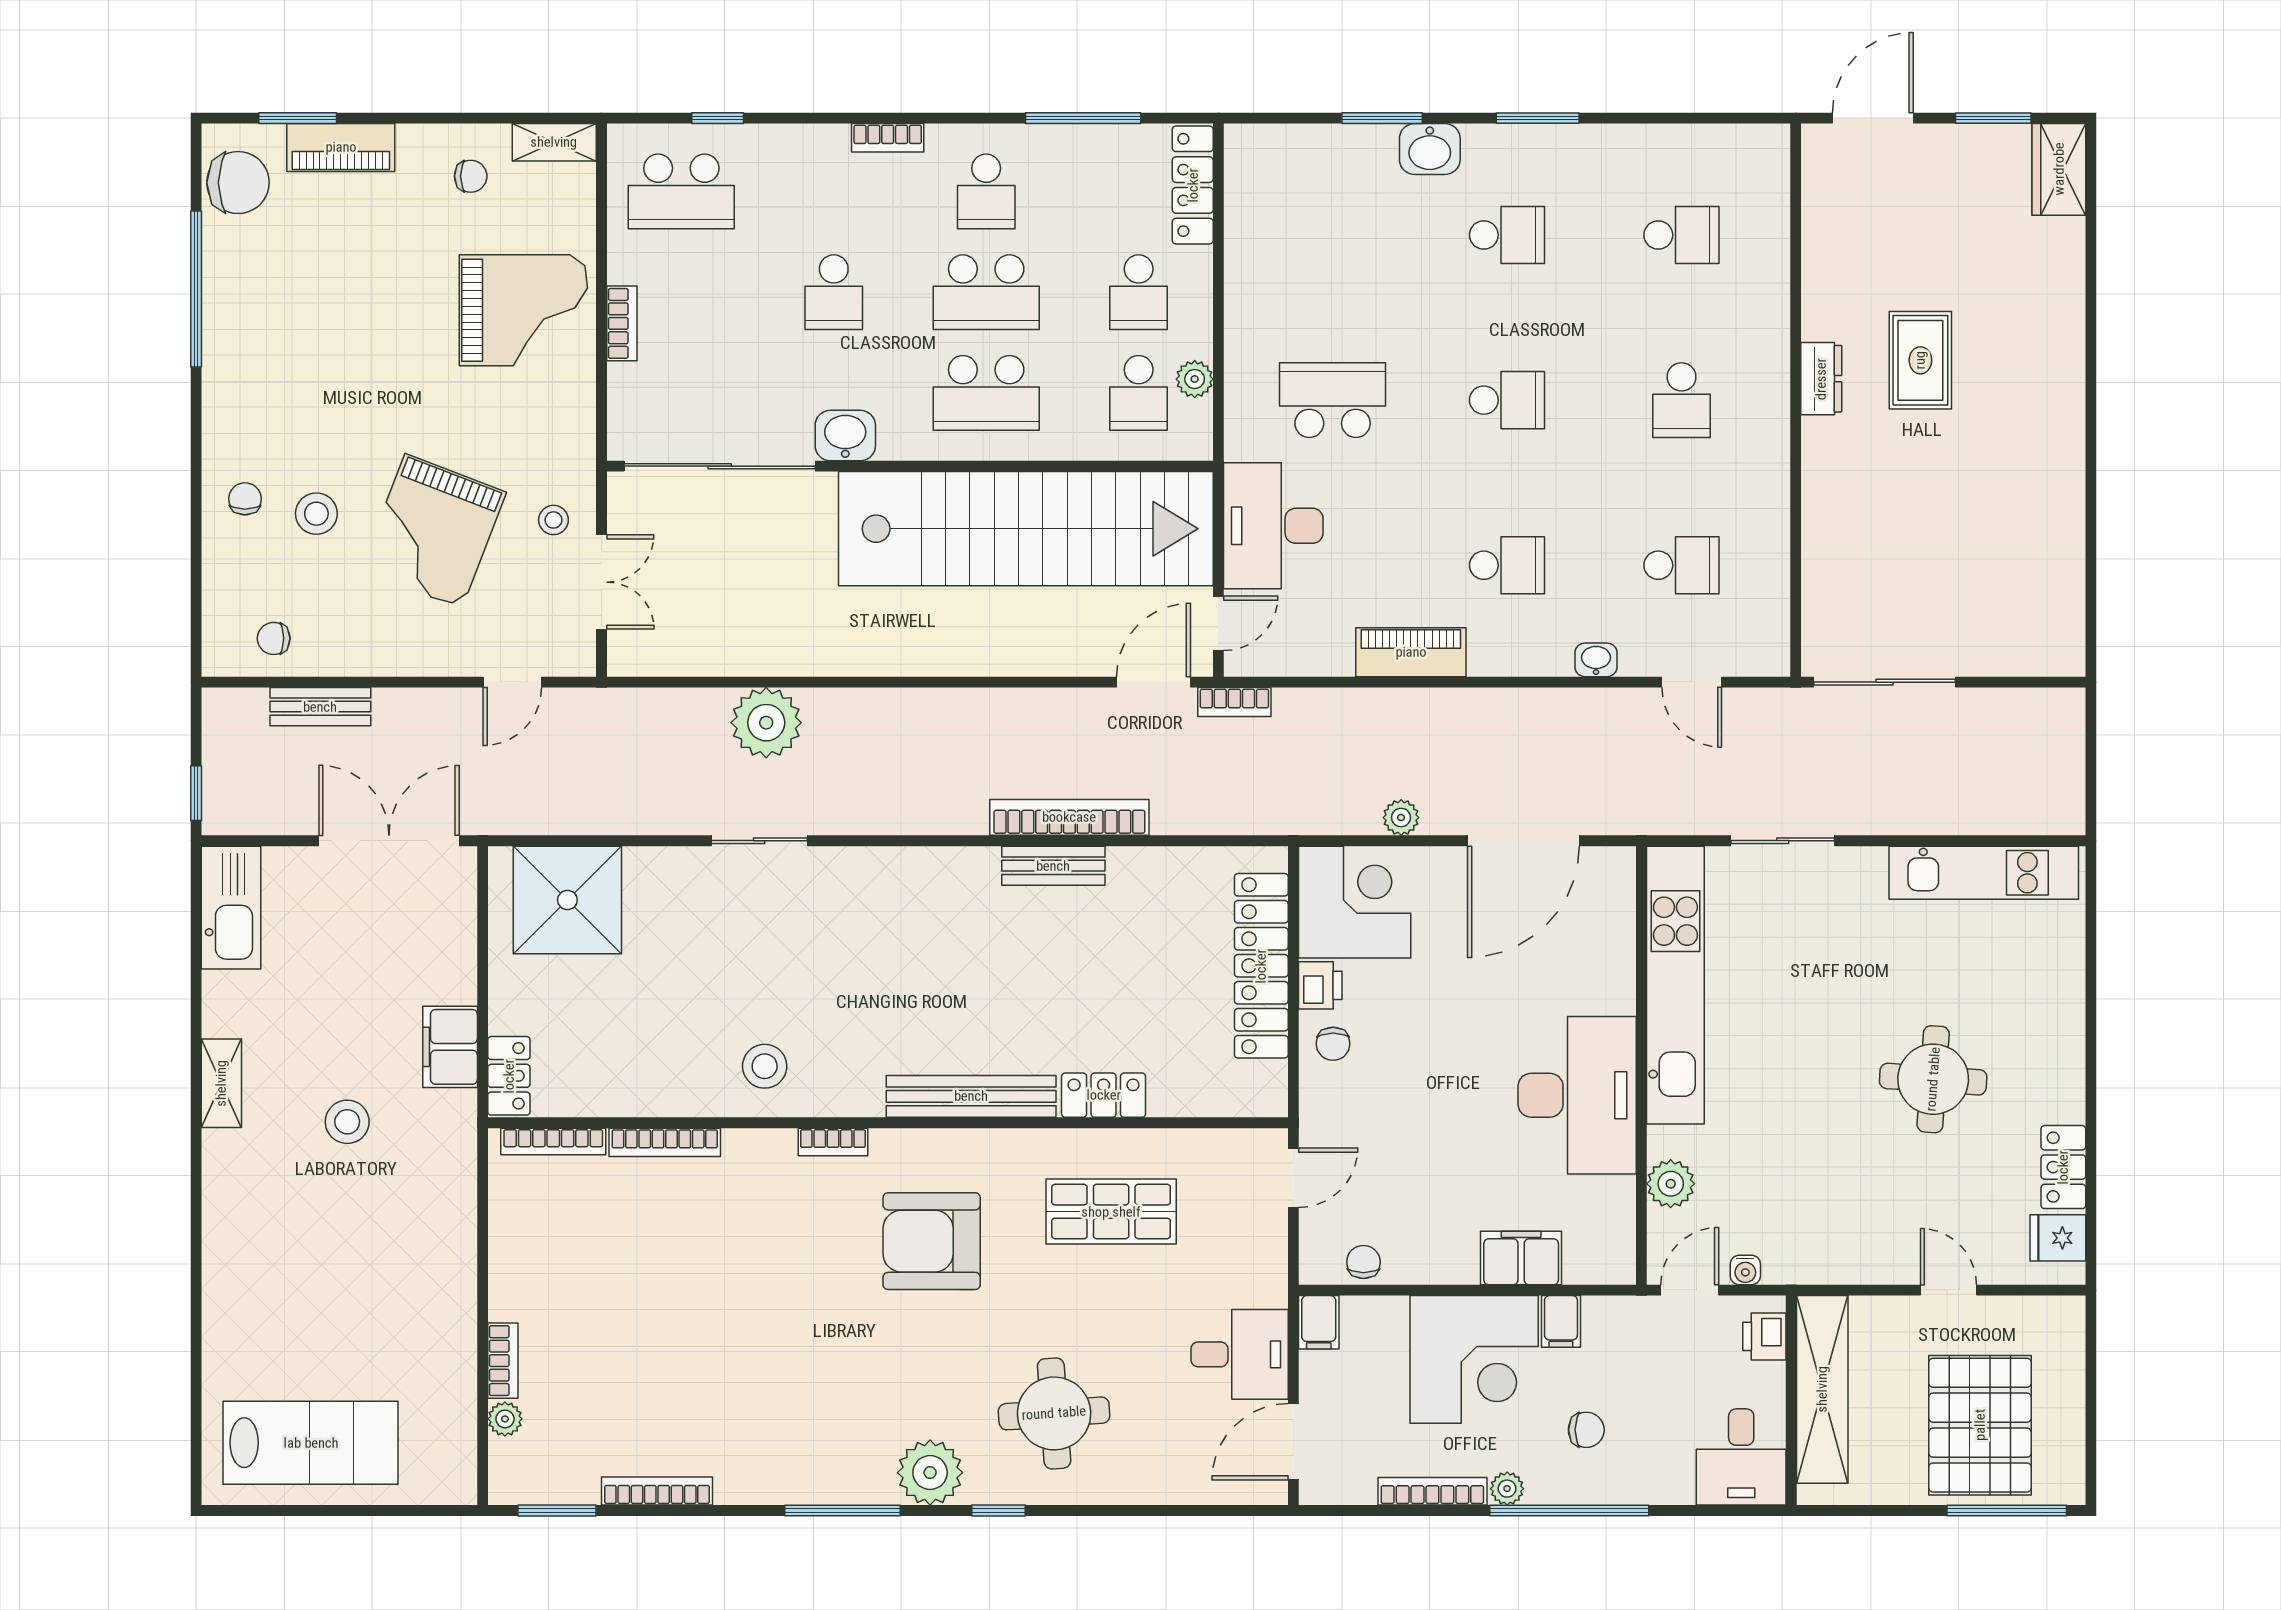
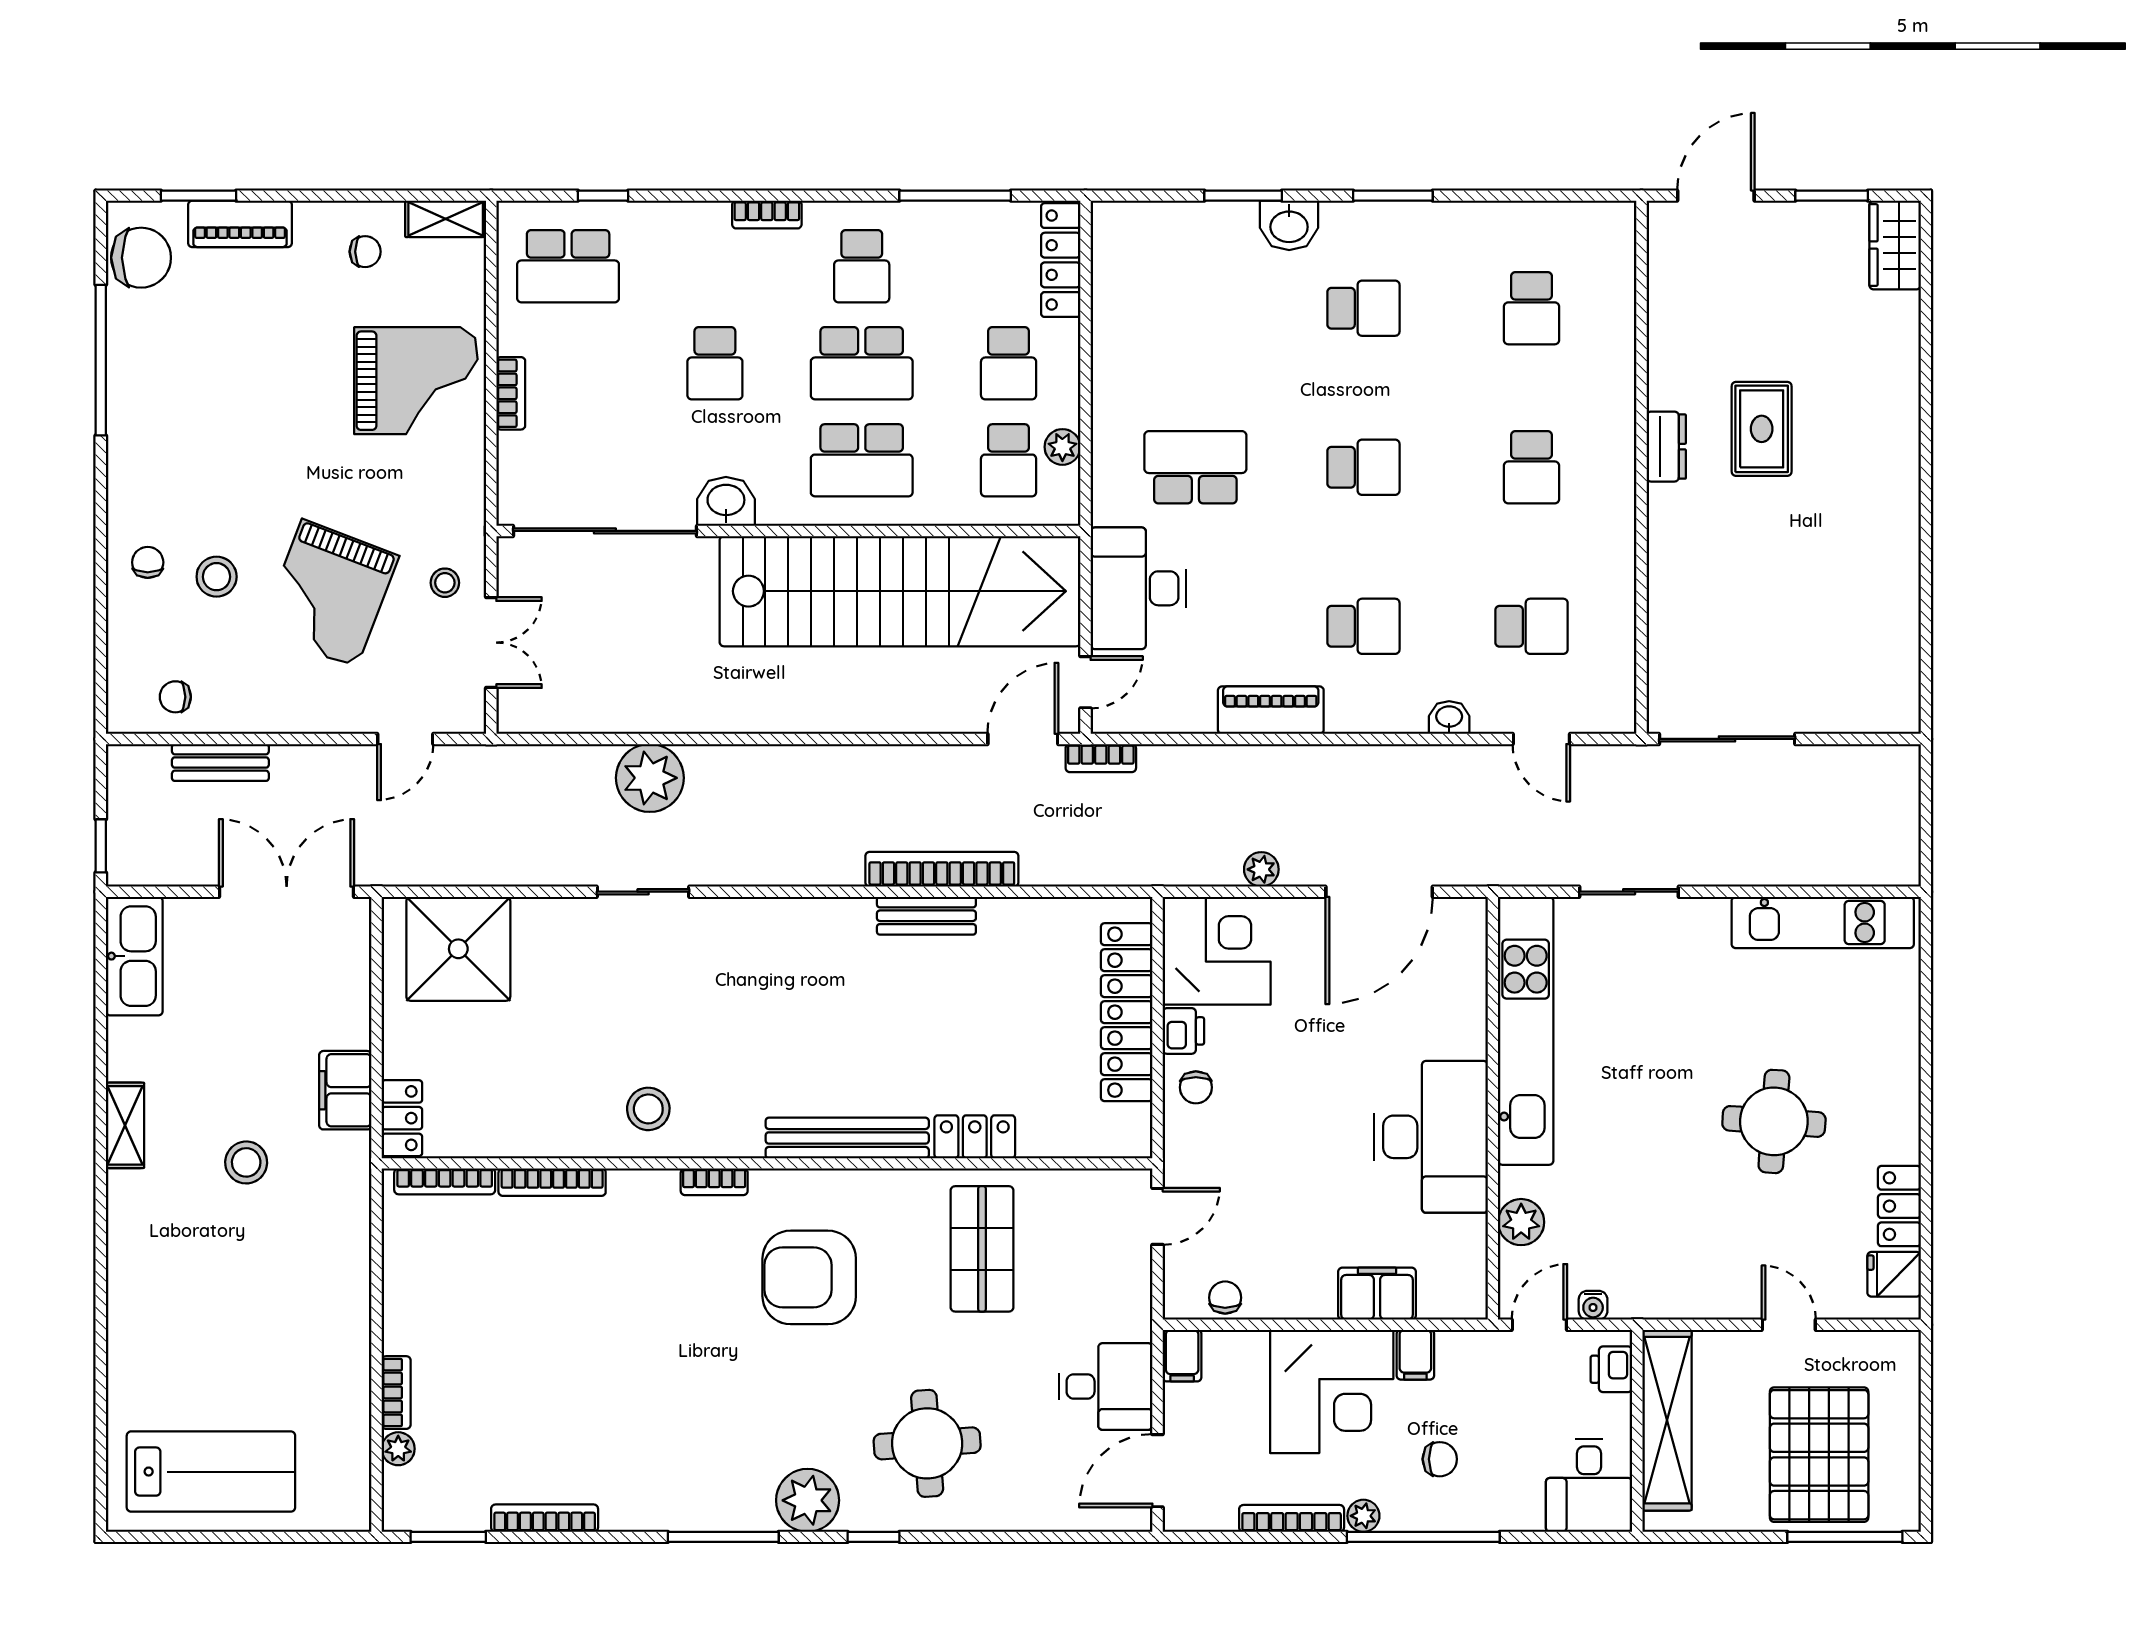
school desk: (1681, 235) -> (1531, 308), turned 90
shop shelf: (1111, 1212) -> (982, 1249), turned 90

